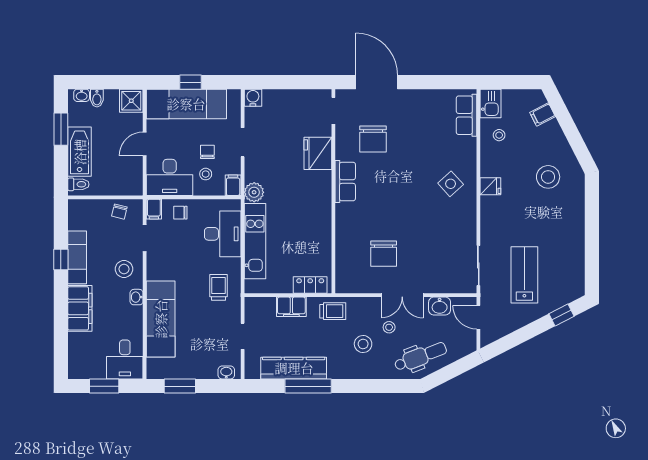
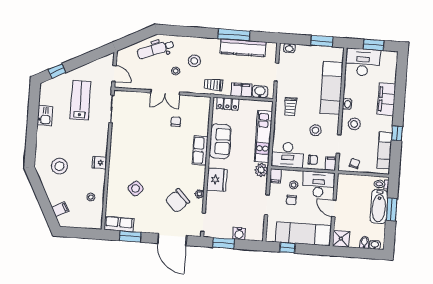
window: (191, 82) -> (287, 248), moved
window: (301, 82) -> (224, 243), added
window: (438, 82) -> (130, 236), added
water cooler: (253, 98) -> (239, 234), moved
kitchen sink: (491, 103) -> (45, 116), moved, turned 180
row of seats: (467, 115) -> (119, 224), moved, turned -90
window: (61, 129) -> (392, 209), moved
chair: (373, 139) -> (177, 201), turned -136
door: (145, 144) -> (334, 208), swing flipped
plant: (342, 151) -> (199, 194), added
fridge: (318, 153) -> (217, 180), moved
row of seats: (345, 182) -> (200, 150), moved
side table: (451, 184) -> (136, 188), moved
sofa: (317, 230) -> (220, 141), added
desk: (223, 234) -> (288, 155), moved, turned -90
chair: (384, 254) -> (176, 122), width x0.54, depth x0.54
stool: (180, 256) -> (315, 130), added
exam couch: (77, 257) -> (385, 150), moved
lab bench: (524, 275) -> (80, 100), turned 180
double door: (402, 295) -> (165, 92), swing flipped
washbasin: (440, 306) -> (260, 92), moved
desk: (125, 359) -> (363, 62), width x1.37

